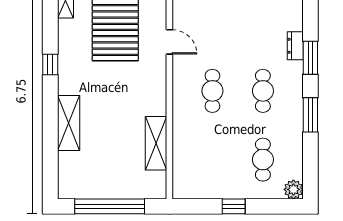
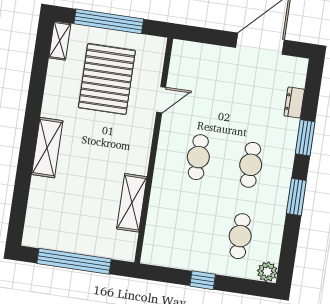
door: (169, 42) -> (161, 100), hinge flipped
dresser: (295, 46) -> (294, 103), moved
window: (50, 64) -> (34, 105), removed
shelving: (69, 123) -> (47, 148), moved

